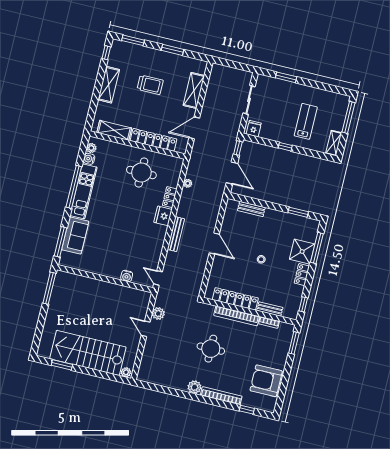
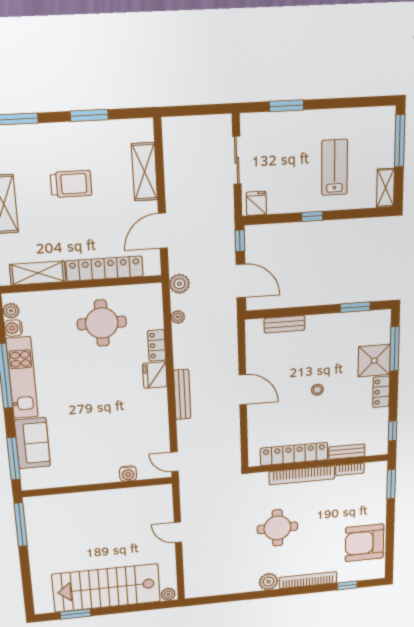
plant: (158, 313) -> (179, 284), moved

